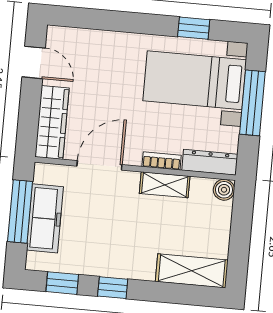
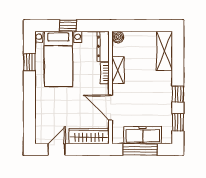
window: (252, 103) -> (68, 26), width x0.46

